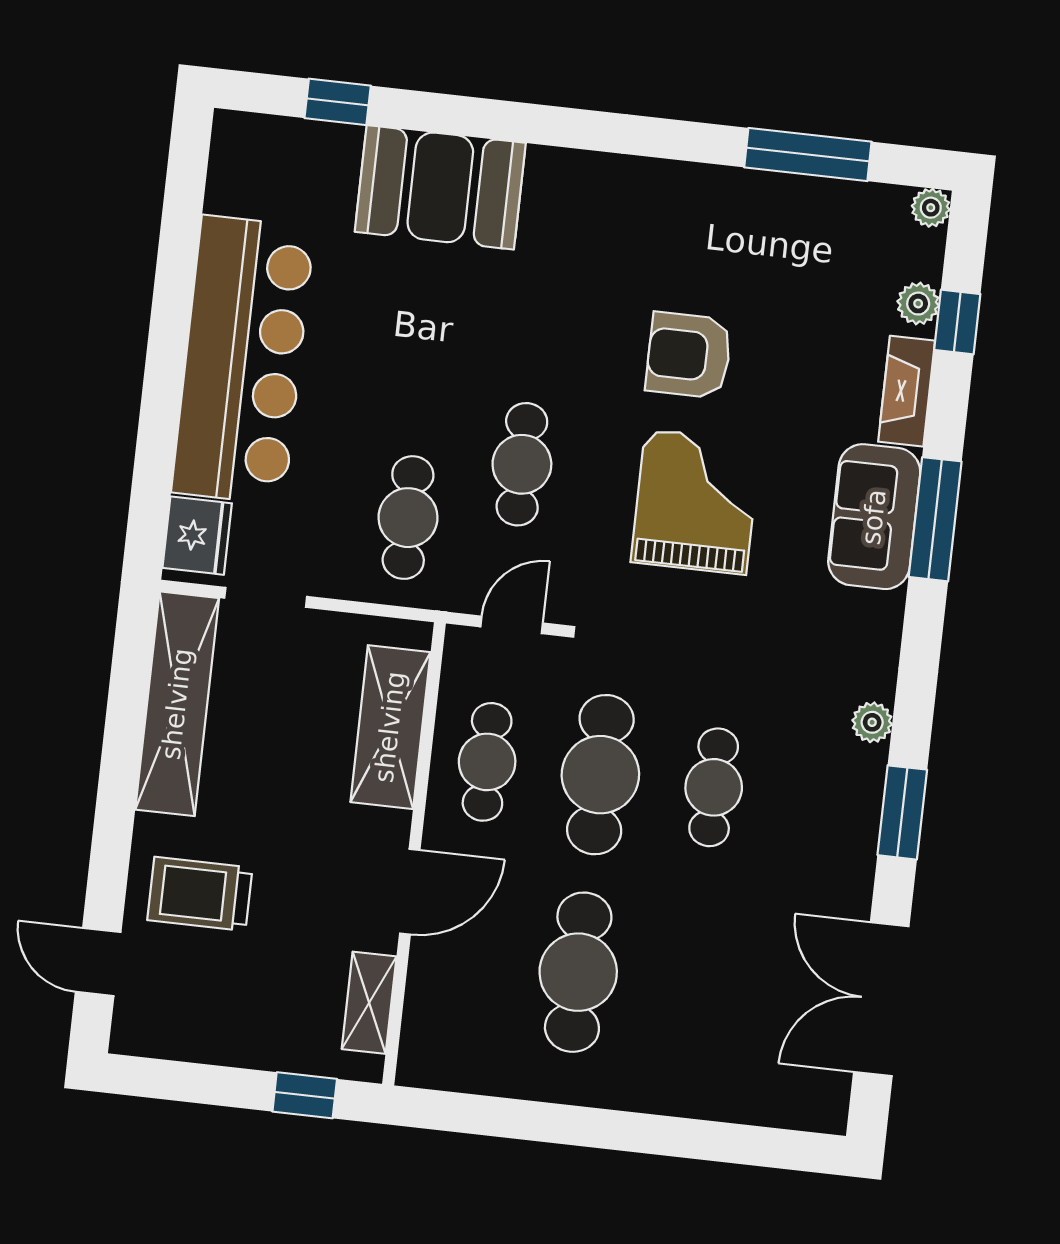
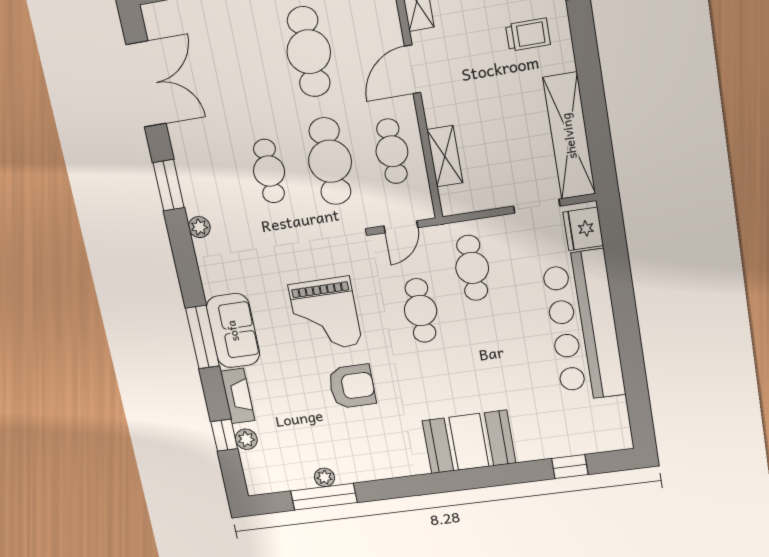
booth: (440, 187) -> (469, 442), moved
plant: (931, 208) -> (324, 477), moved
shelving: (390, 727) -> (445, 156), width x0.67, depth x0.75
trolley: (200, 894) -> (528, 35), width x0.73, depth x0.72

